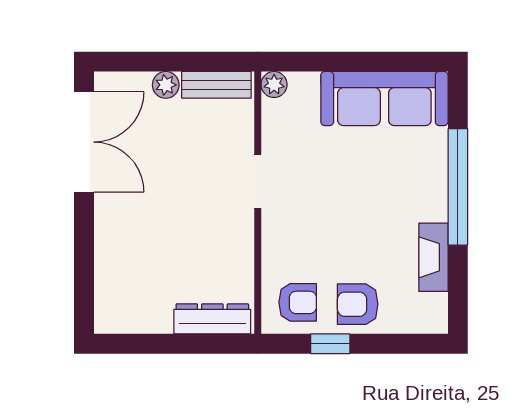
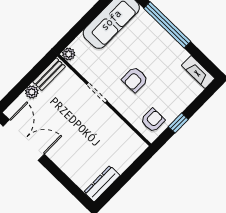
fireplace: (433, 257) -> (198, 72), moved
armchair: (358, 304) -> (135, 79), moved
dresser: (212, 319) -> (102, 184), moved

